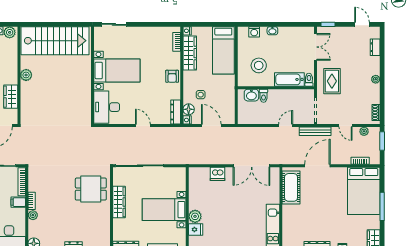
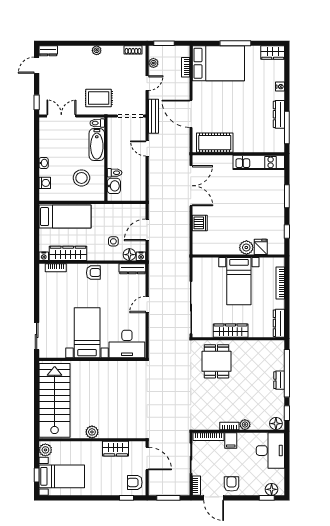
dresser: (375, 47) -> (48, 51), moved

